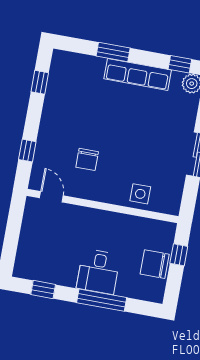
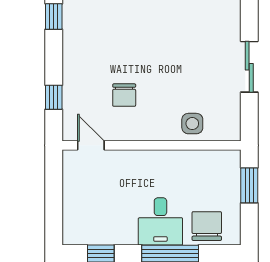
window: (179, 255) -> (249, 185), width x1.50
chair: (155, 264) -> (207, 226), moved, turned 90

